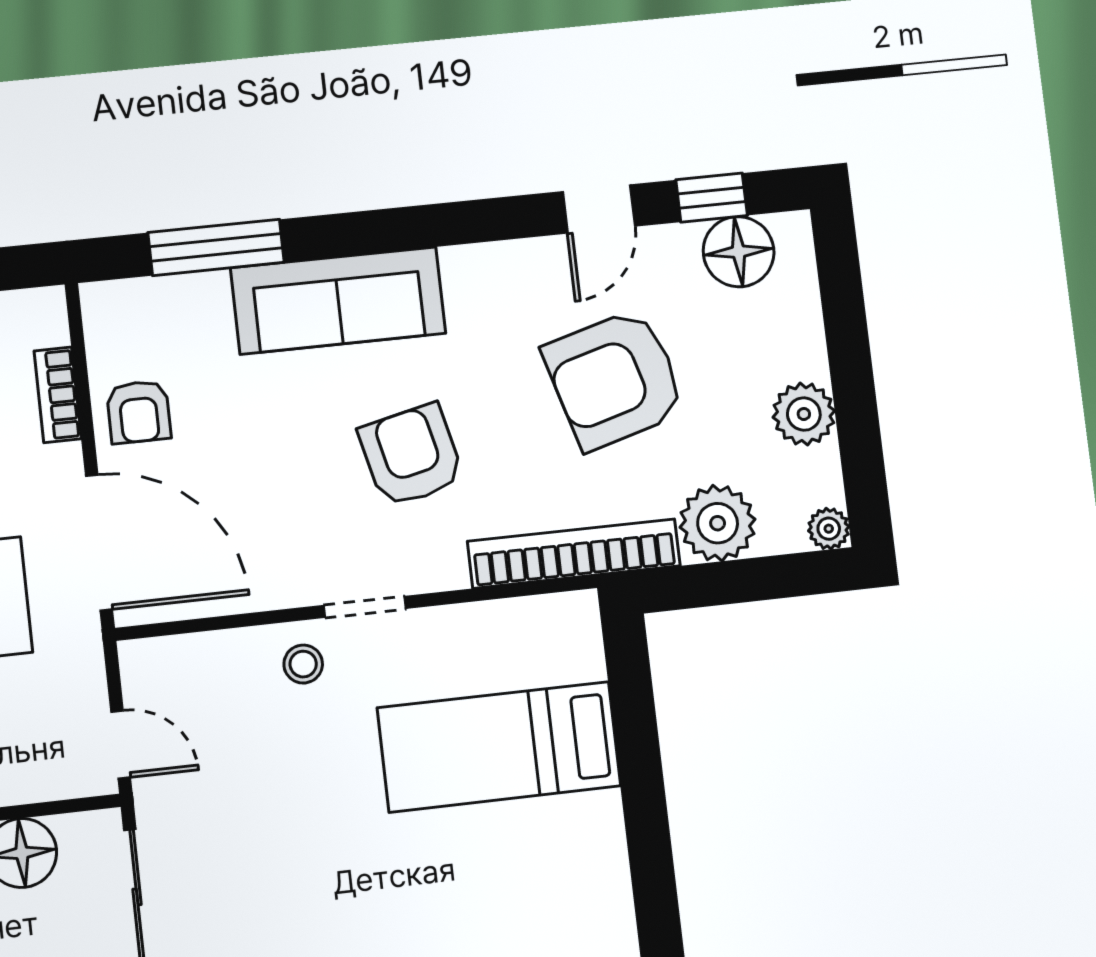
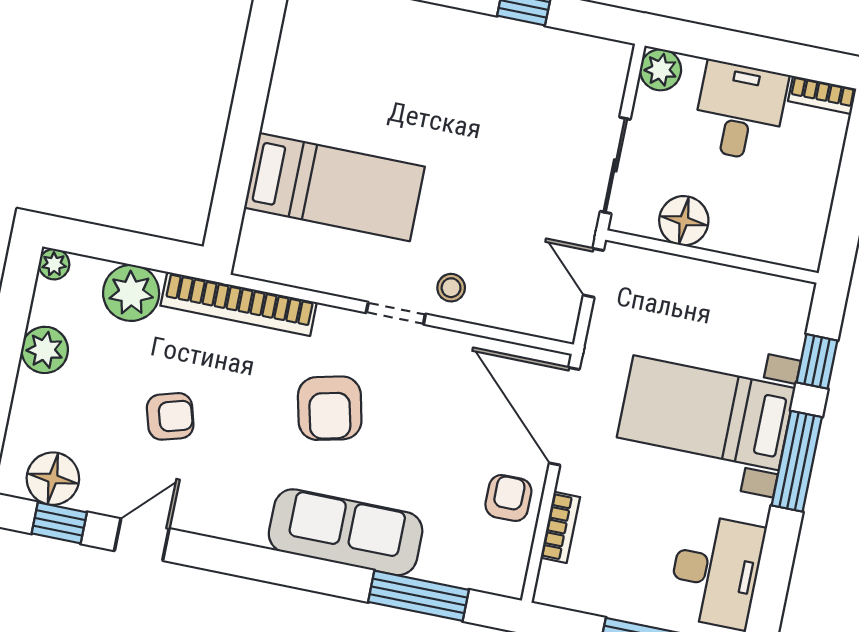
armchair: (615, 379) -> (170, 416), width x0.53, depth x0.53

